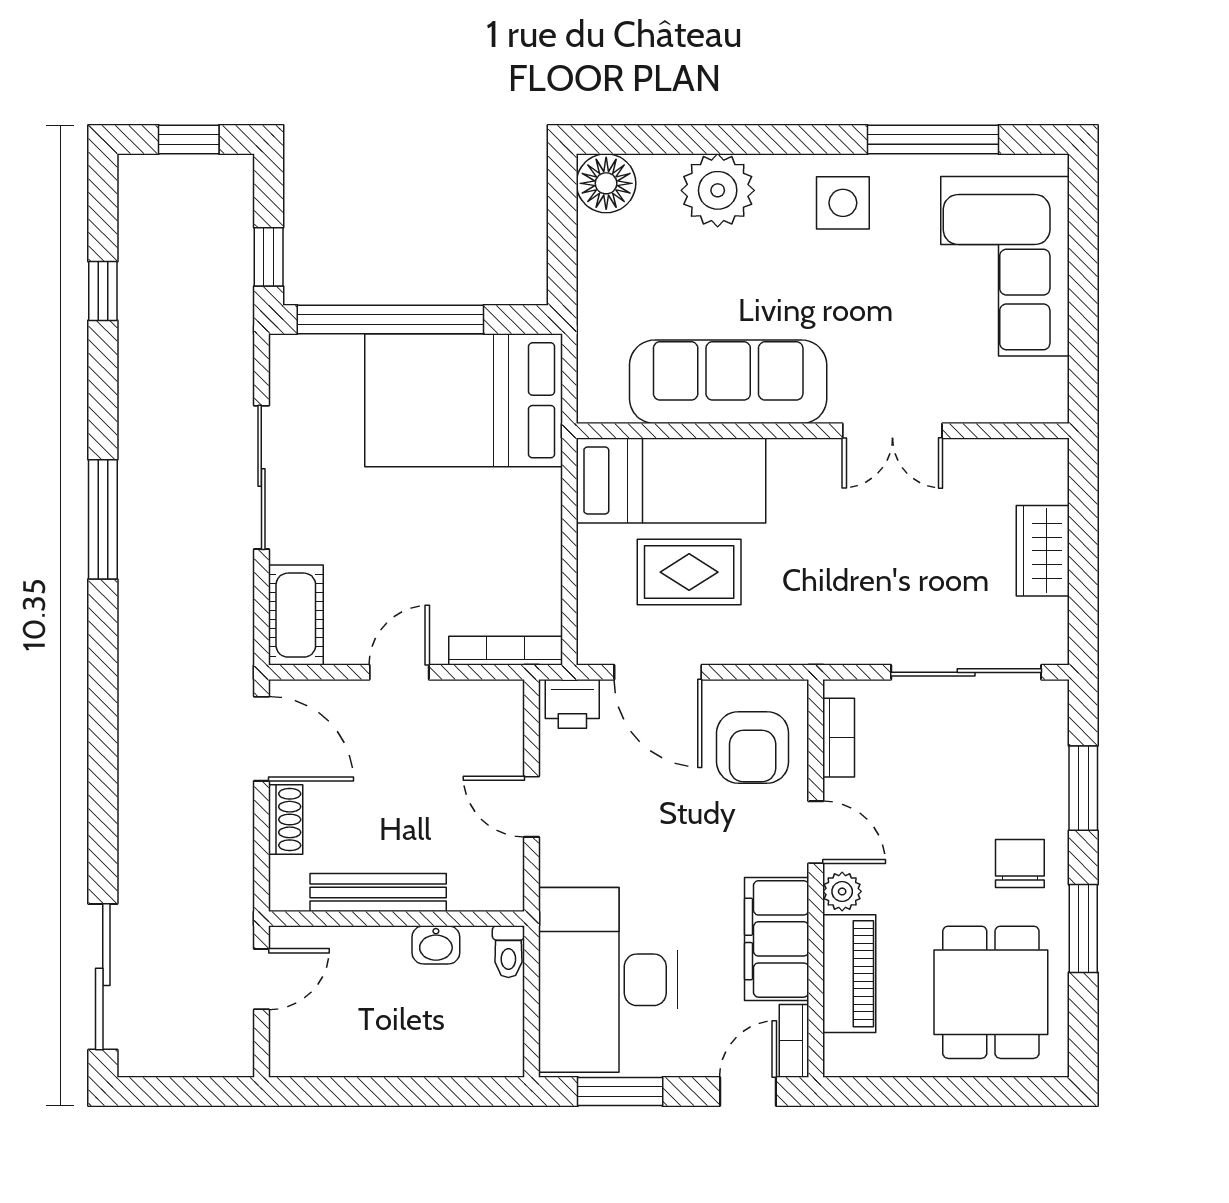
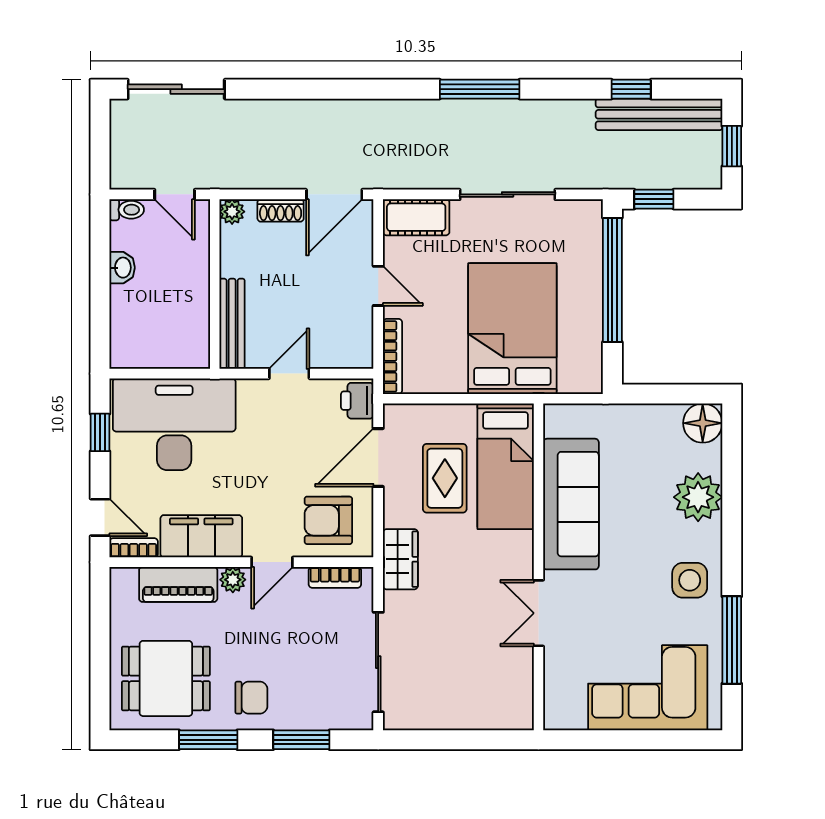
bench: (141, 249) -> (659, 114), added
bed: (464, 400) -> (512, 329), moved
wardrobe: (1043, 551) -> (400, 559), moved, turned 90
bench: (378, 892) -> (232, 324), moved
plant: (287, 893) -> (232, 212), added
washbasin: (436, 945) -> (122, 268), moved, turned 180
toilet: (508, 952) -> (127, 210), moved, turned 180
window: (620, 1092) -> (100, 432), width x0.67

